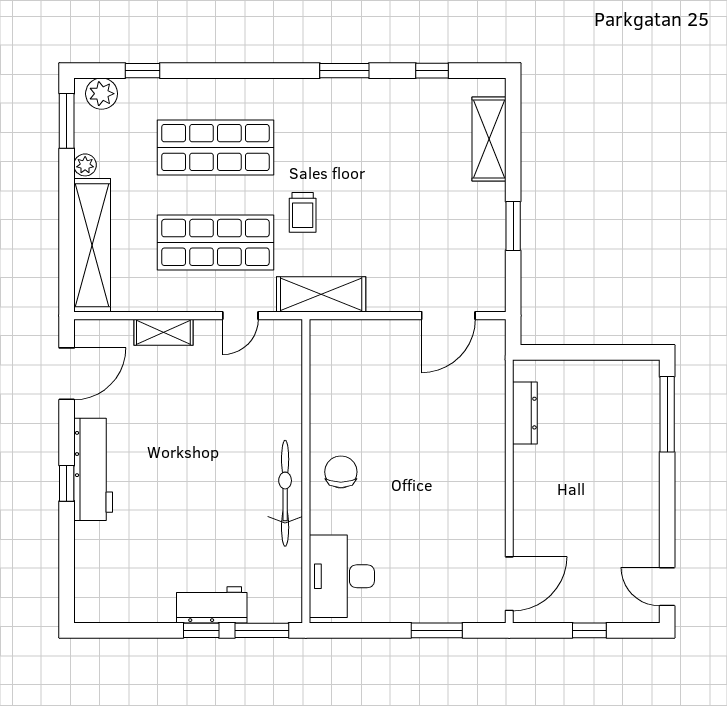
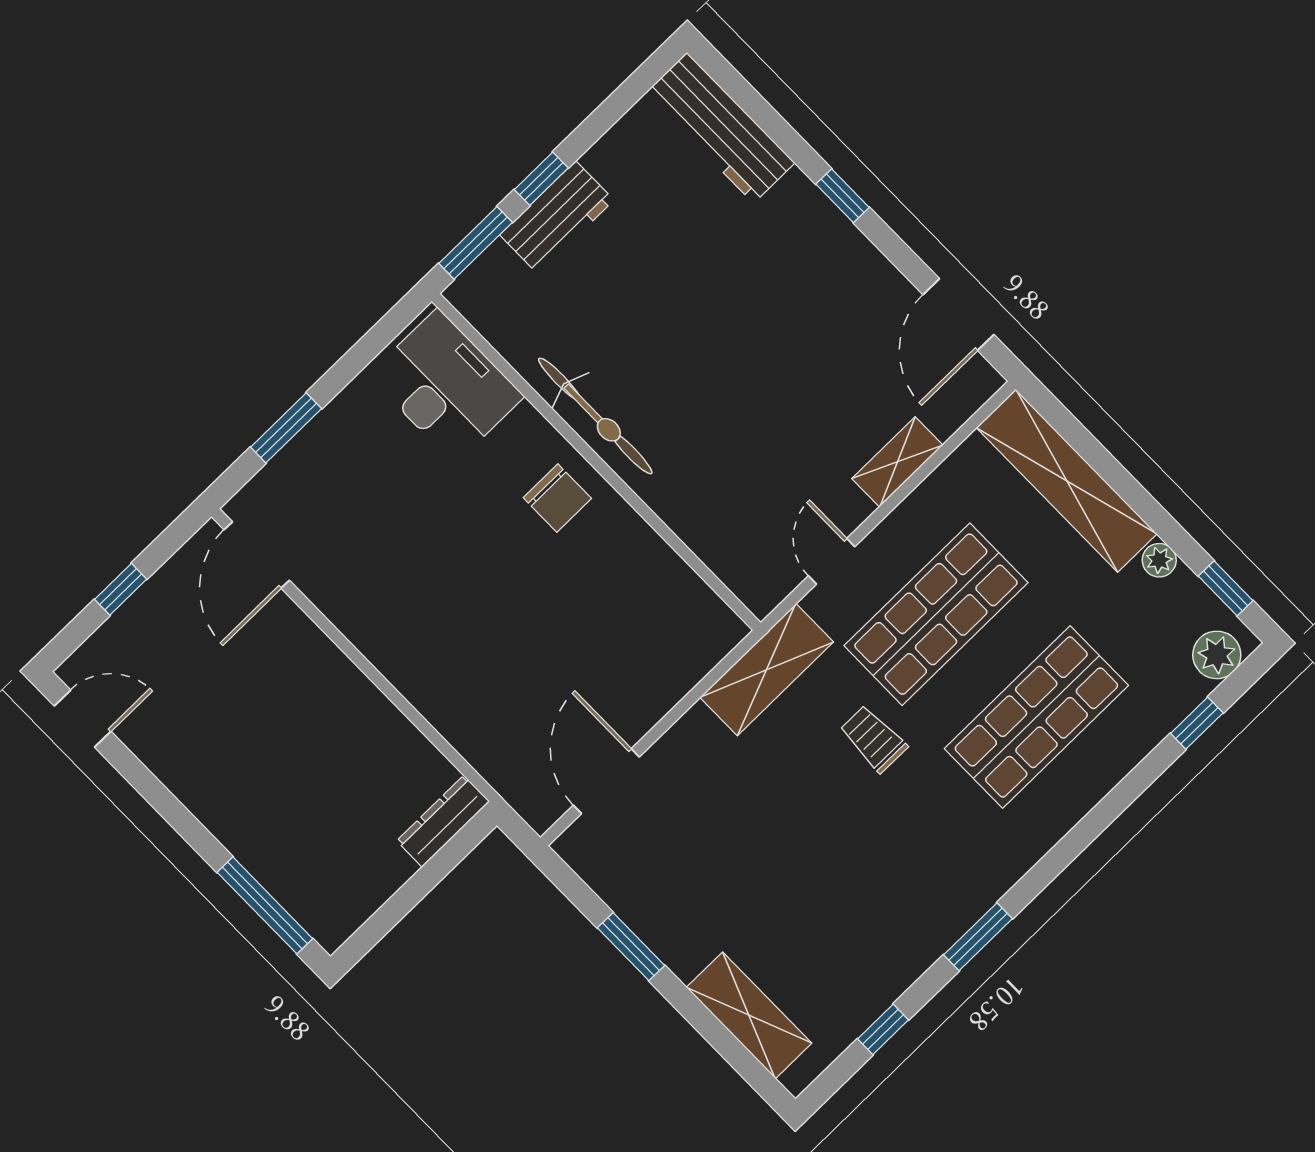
window: (67, 121) -> (1226, 588), width x0.67
dresser: (525, 413) -> (443, 821), moved, turned 90
workbench: (93, 469) -> (720, 128), moved

